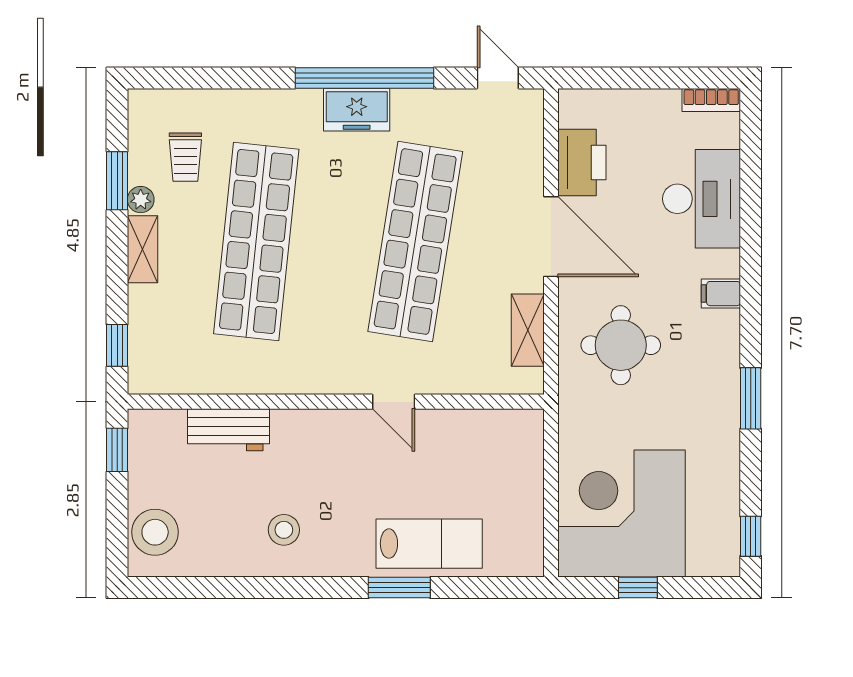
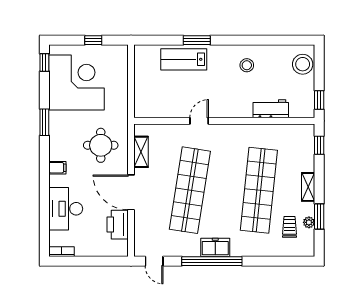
plant: (141, 200) -> (309, 222), moved
door: (394, 402) -> (199, 121), hinge flipped
corner desk: (621, 514) -> (77, 82), moved, turned -90

